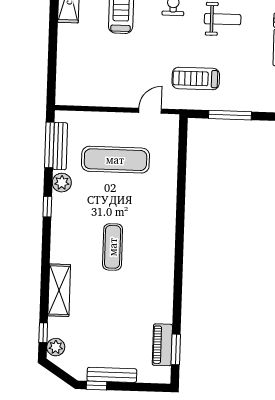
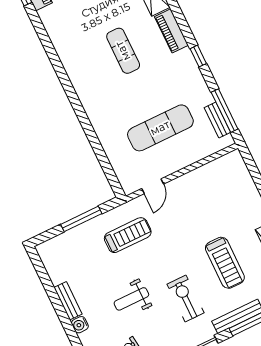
bench: (60, 146) -> (217, 120), width x0.73
plant: (62, 183) -> (197, 84), removed
piano: (60, 242) -> (171, 31), added

